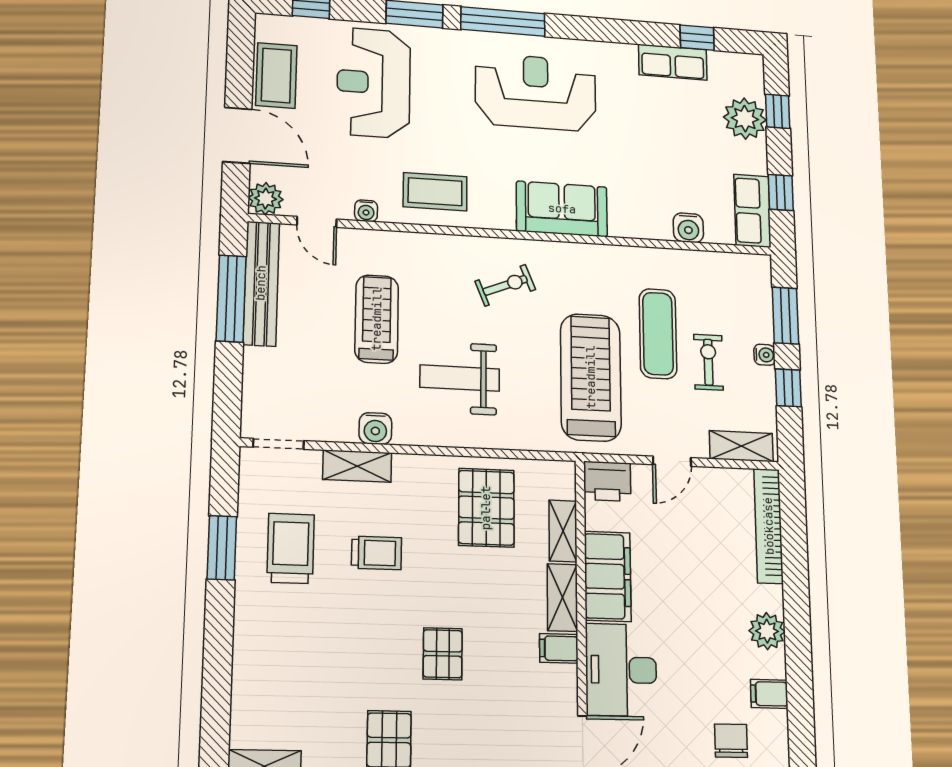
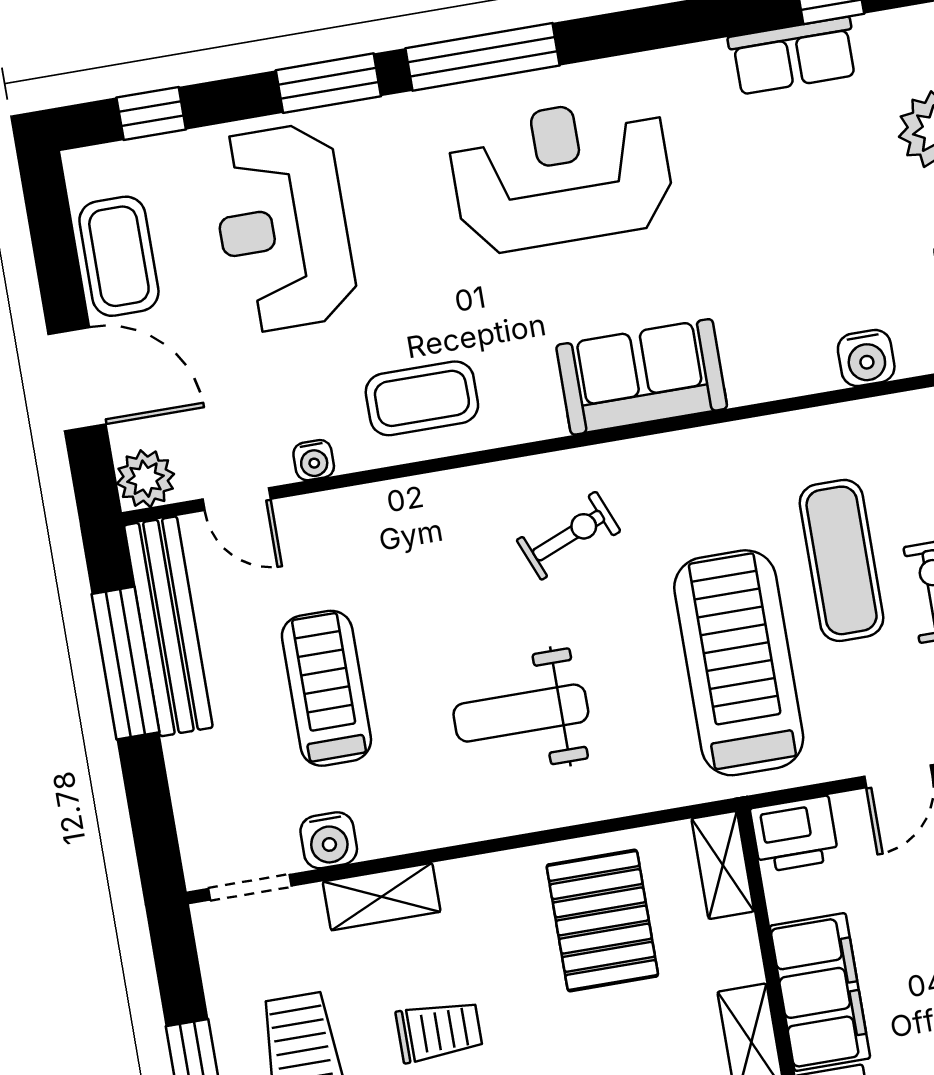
treadmill: (377, 319) -> (326, 688), moved
water cooler: (375, 428) -> (329, 840), moved
shelving: (563, 531) -> (723, 865), moved

